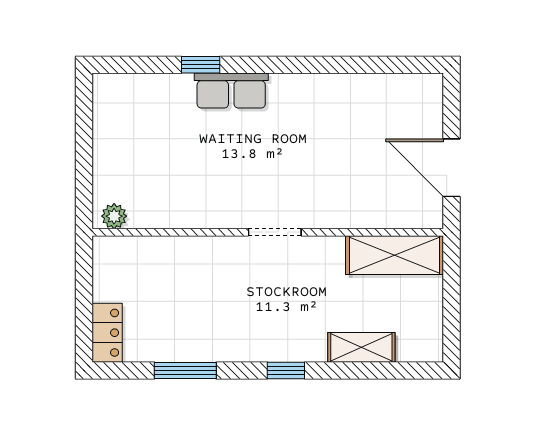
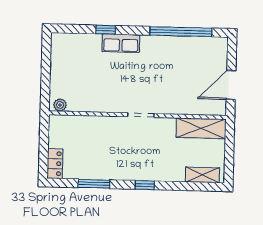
window: (350, 65) -> (181, 32), added
door: (452, 168) -> (231, 85), hinge flipped
shelving: (361, 347) -> (202, 175), moved

